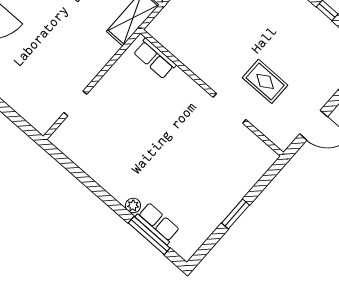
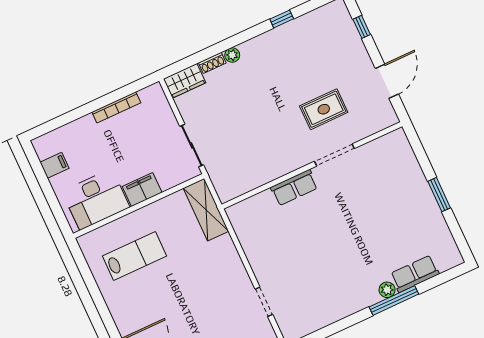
row of seats: (155, 59) -> (294, 188), moved
window: (149, 236) -> (394, 300), moved

